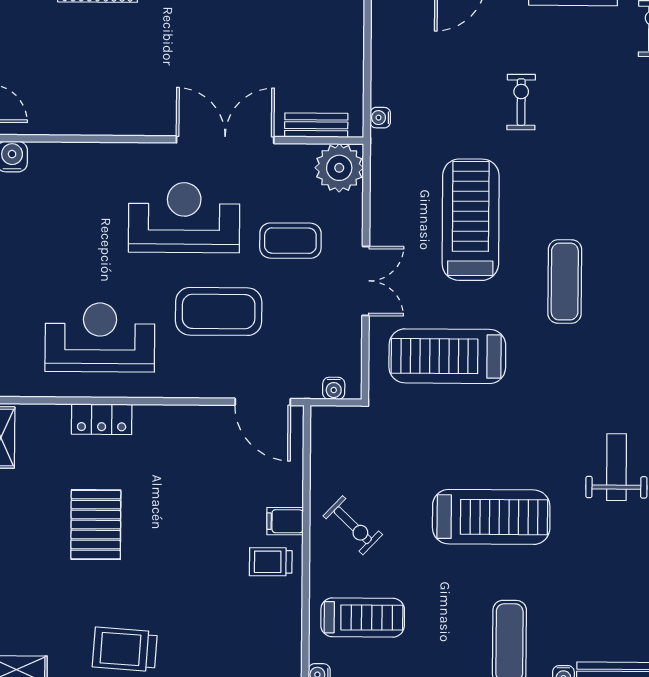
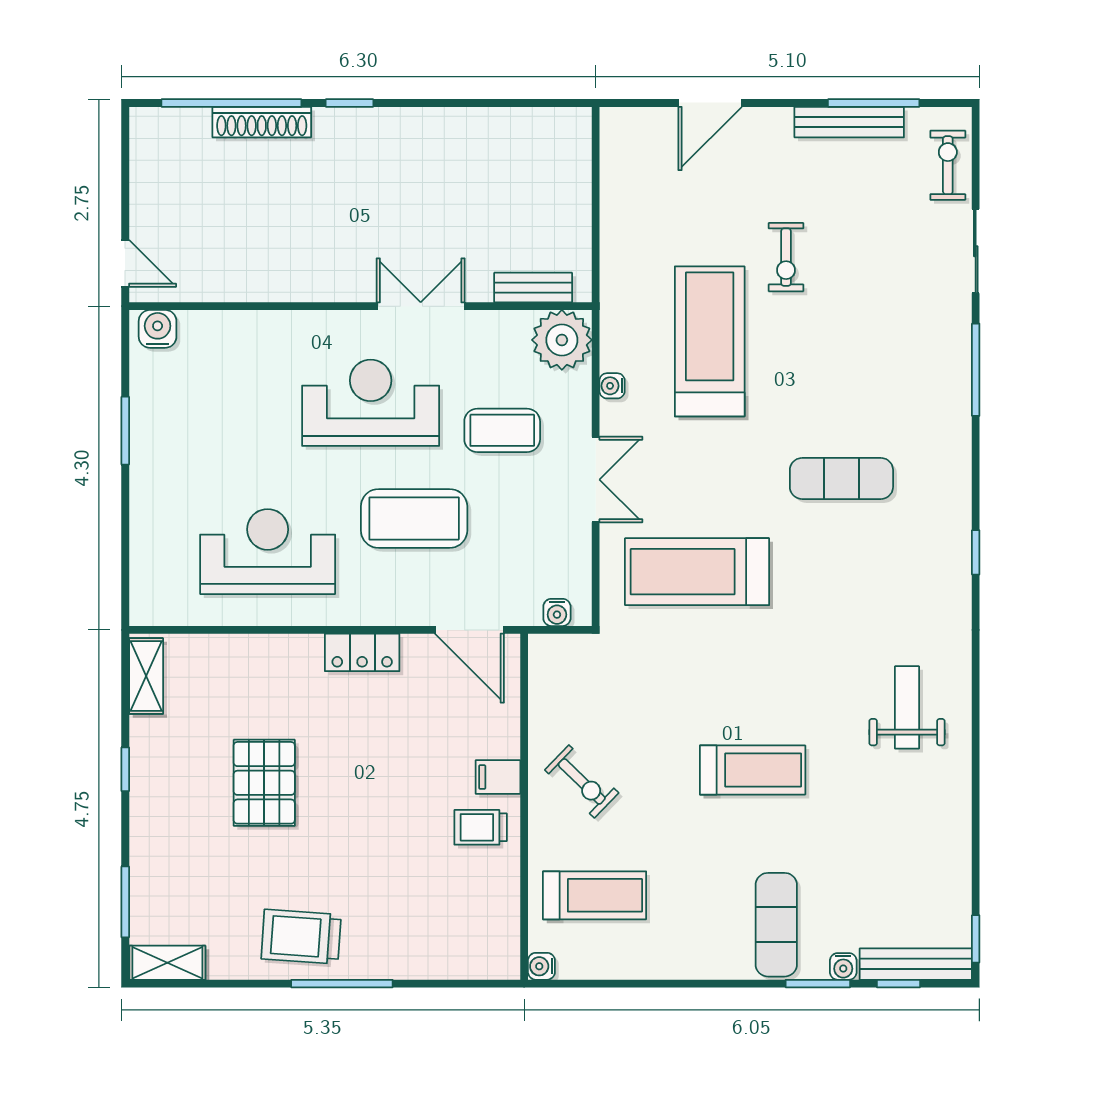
exercise bike: (521, 102) -> (786, 257), turned 180
water cooler: (380, 118) -> (612, 386), moved
double door: (225, 140) -> (421, 306), width x0.73
treadmill: (471, 220) -> (710, 341), moved
exercise mat: (565, 282) -> (841, 478), turned 90
locker: (102, 419) -> (362, 652), moved
treadmill: (491, 517) -> (753, 770), width x0.73, depth x0.73

